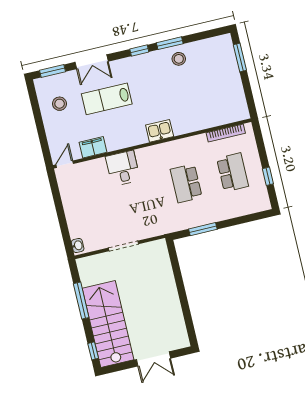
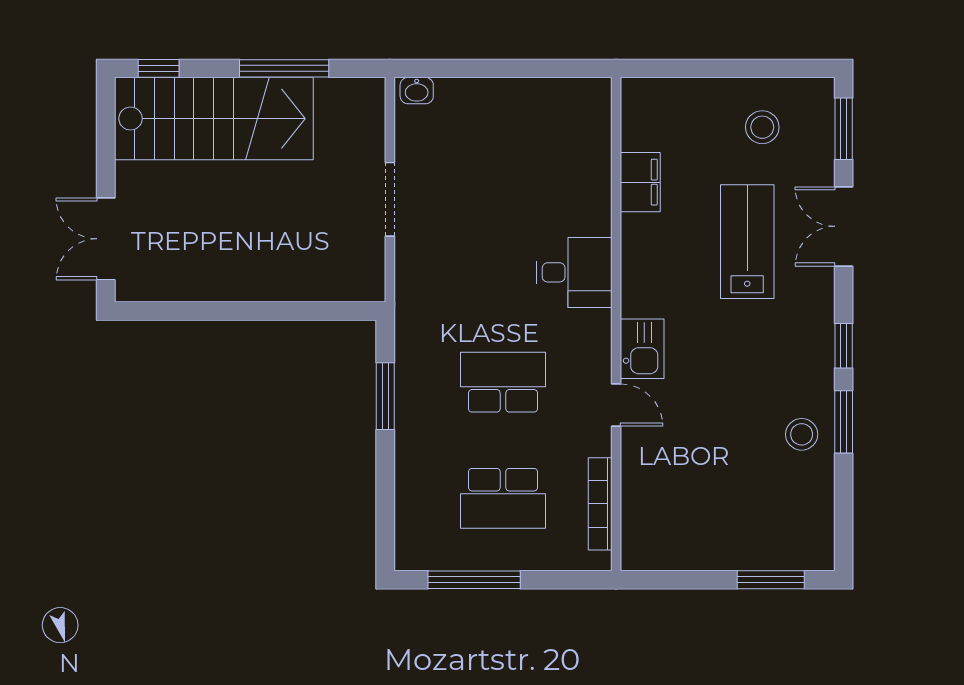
door: (65, 164) -> (616, 405), moved
desk: (123, 168) -> (574, 272), moved
window: (268, 176) -> (474, 580), width x2.17
double door: (153, 359) -> (106, 239), moved

